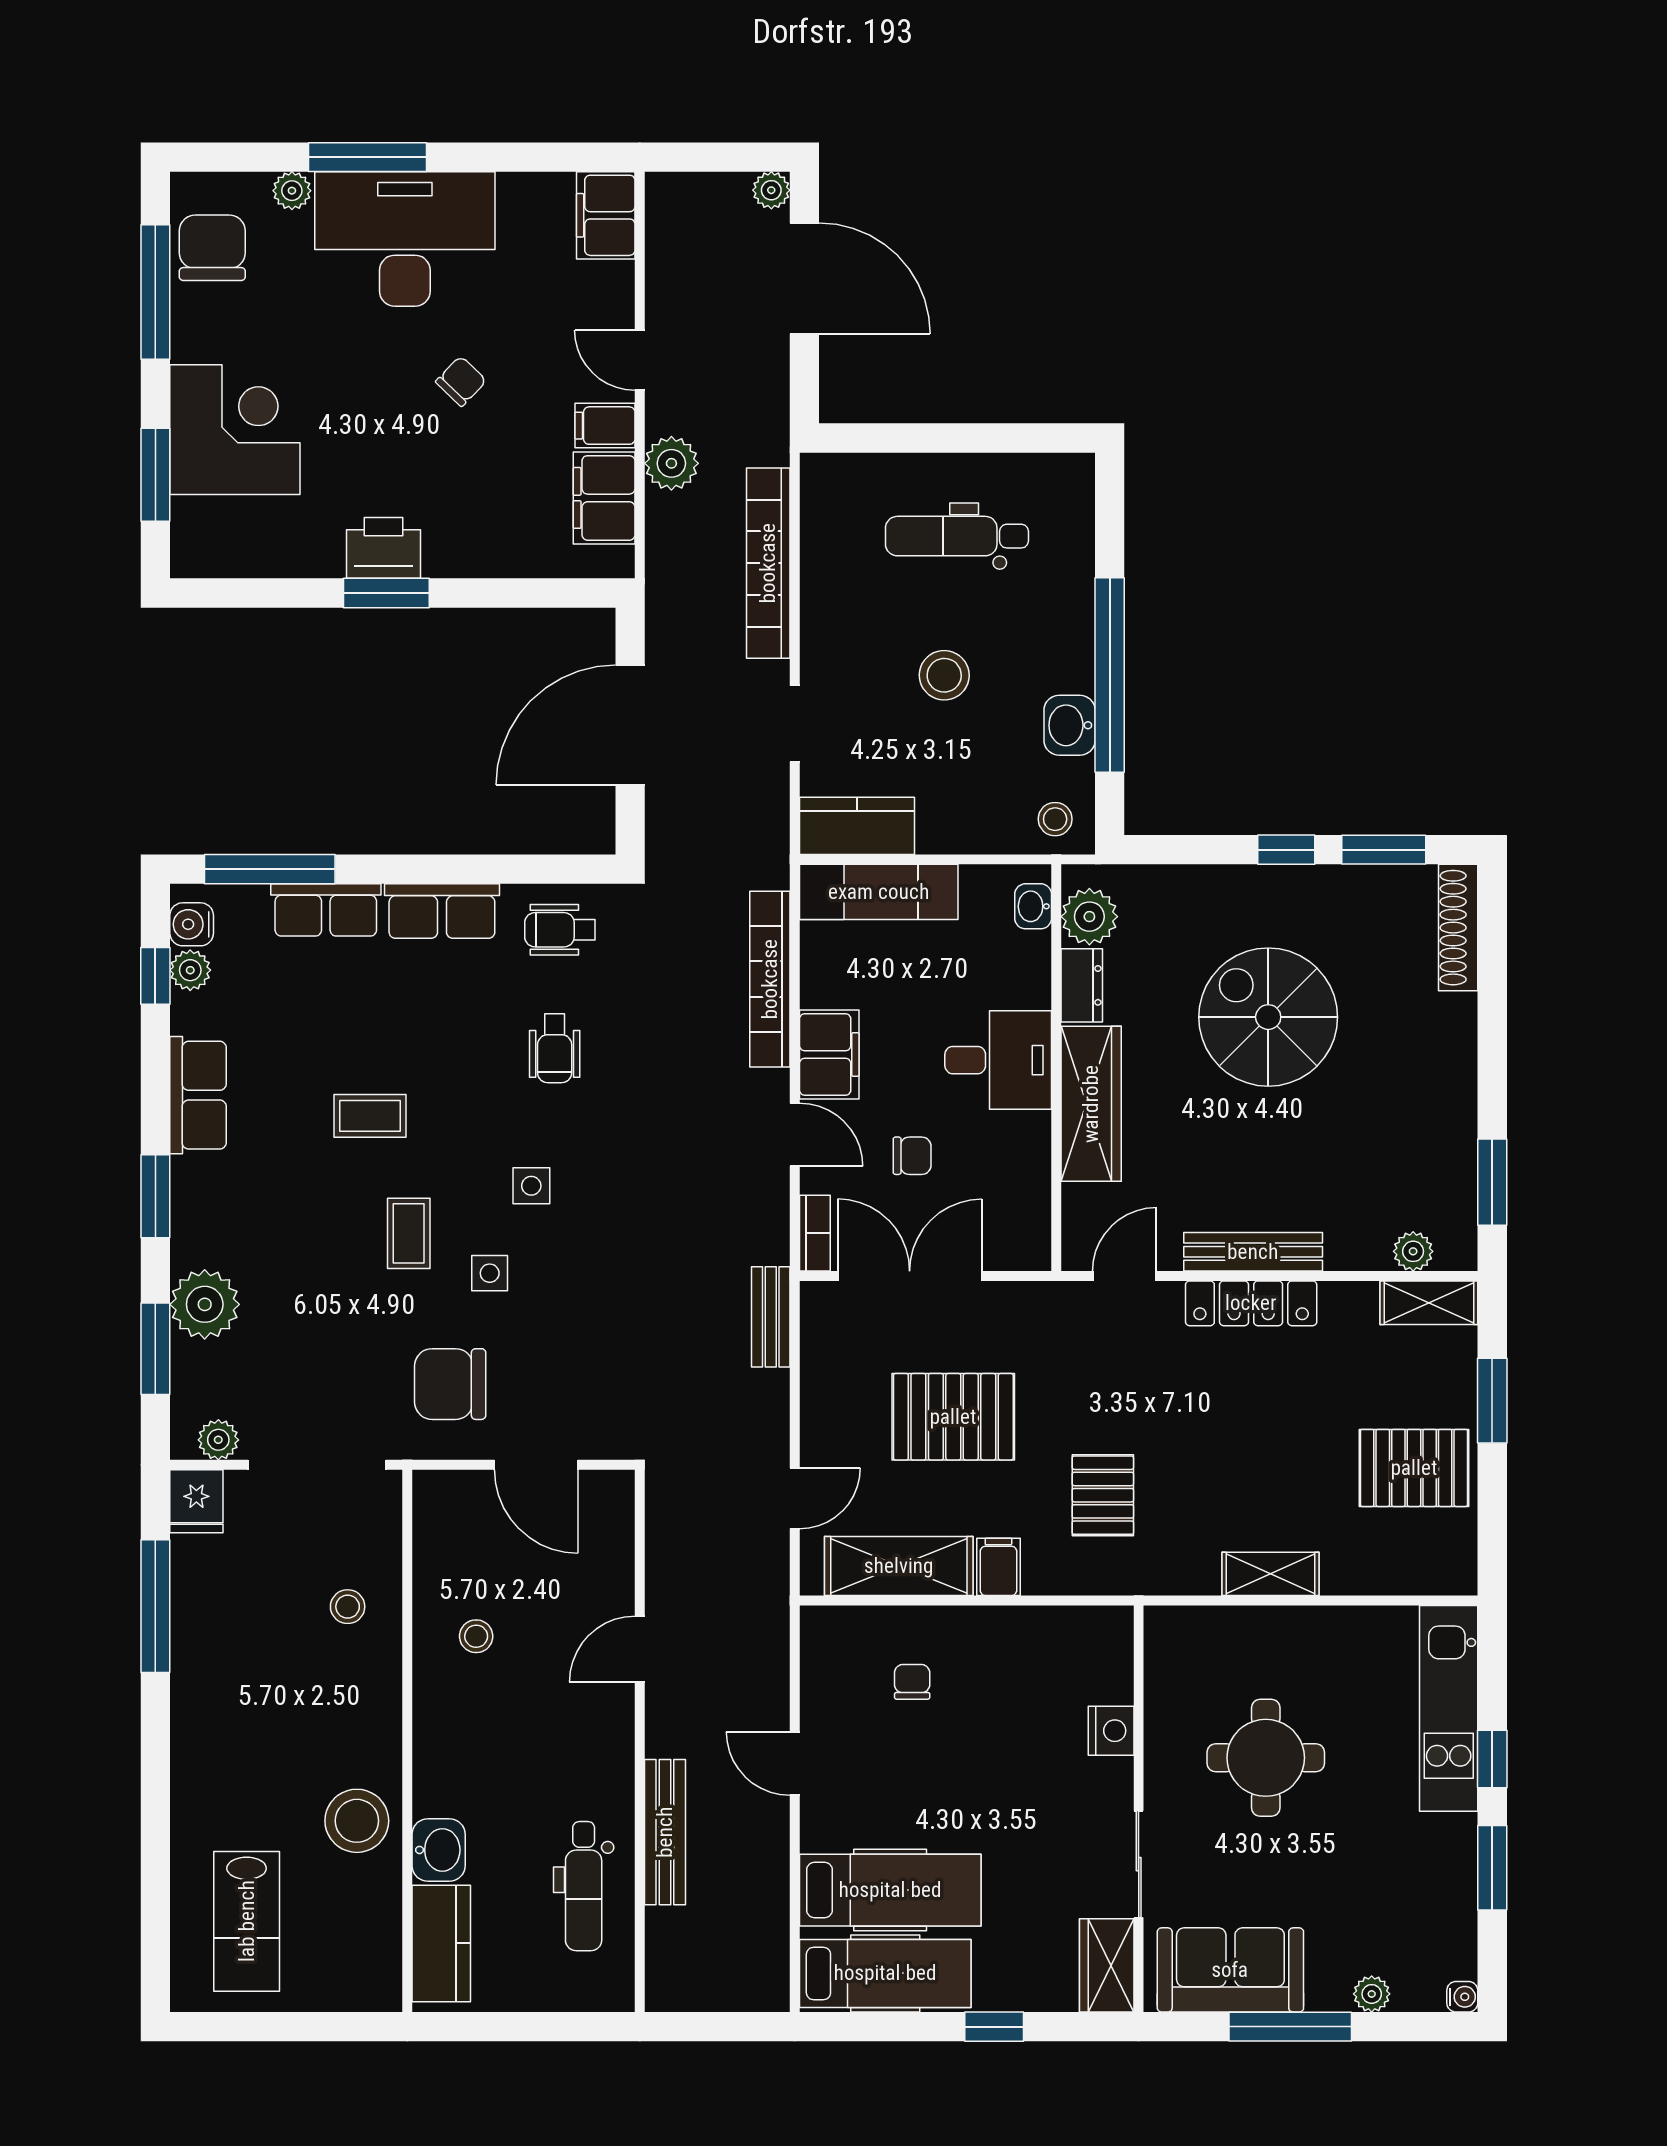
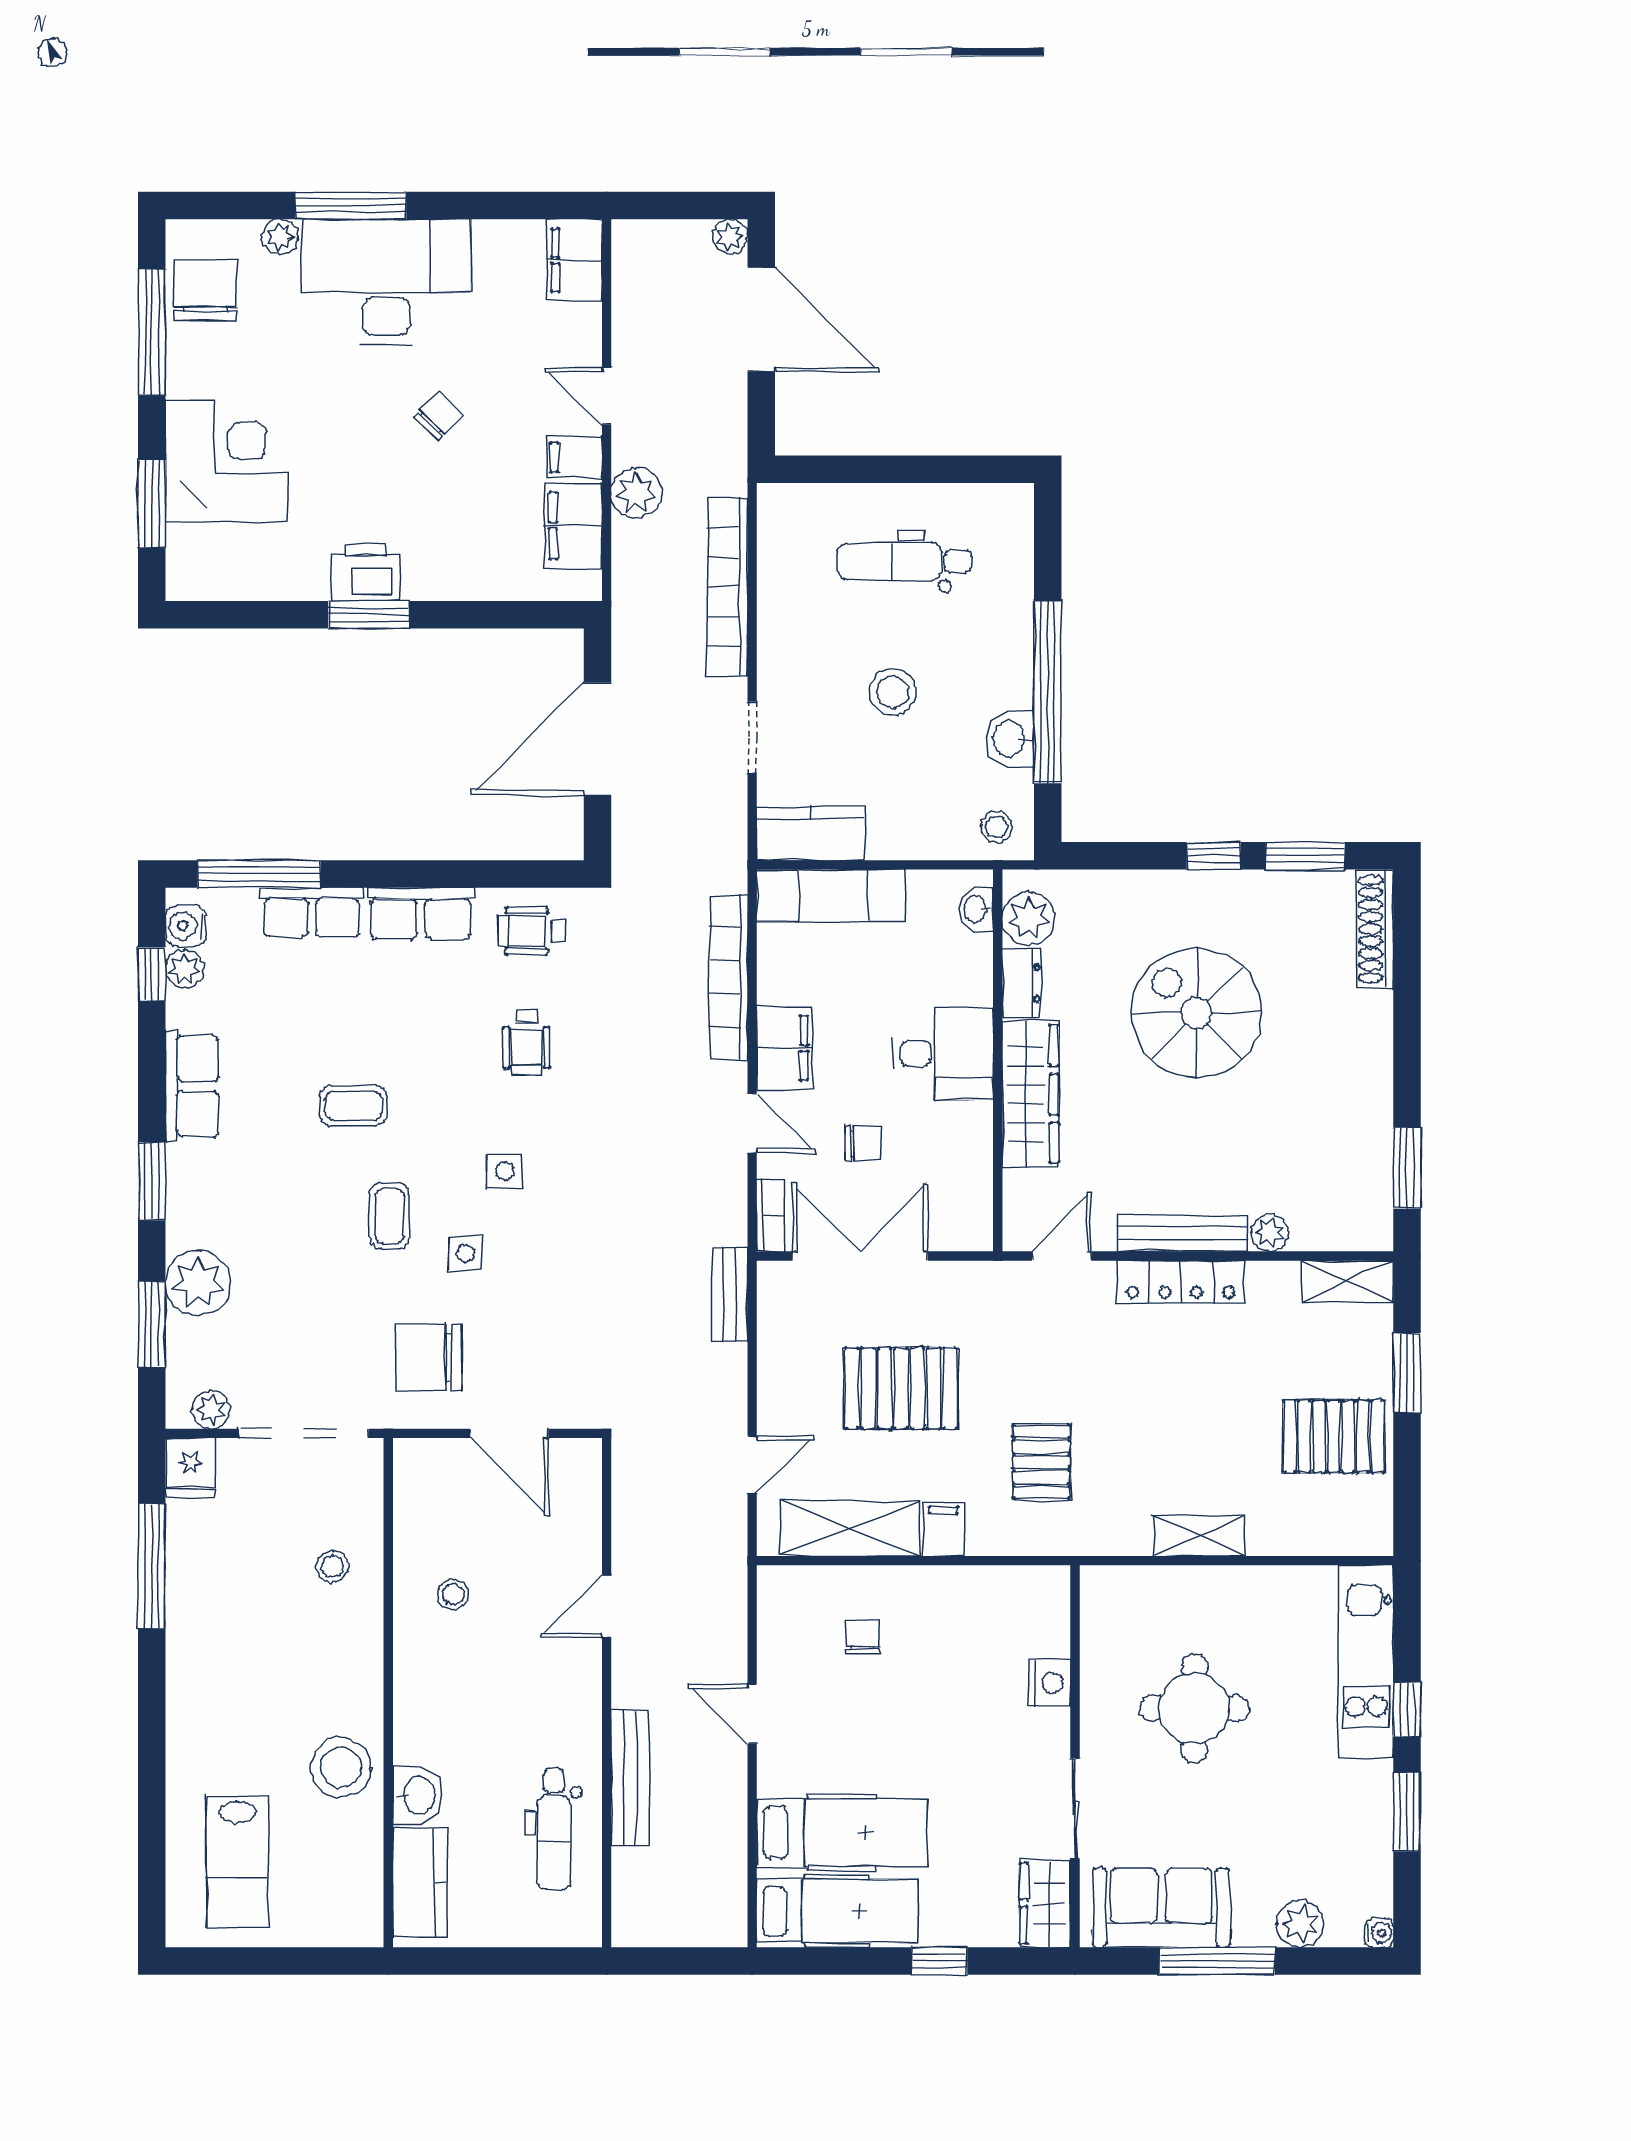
plant: (1413, 1251) -> (1270, 1233), moved
plant: (1372, 1994) -> (1300, 1924), width x1.38, depth x1.38

